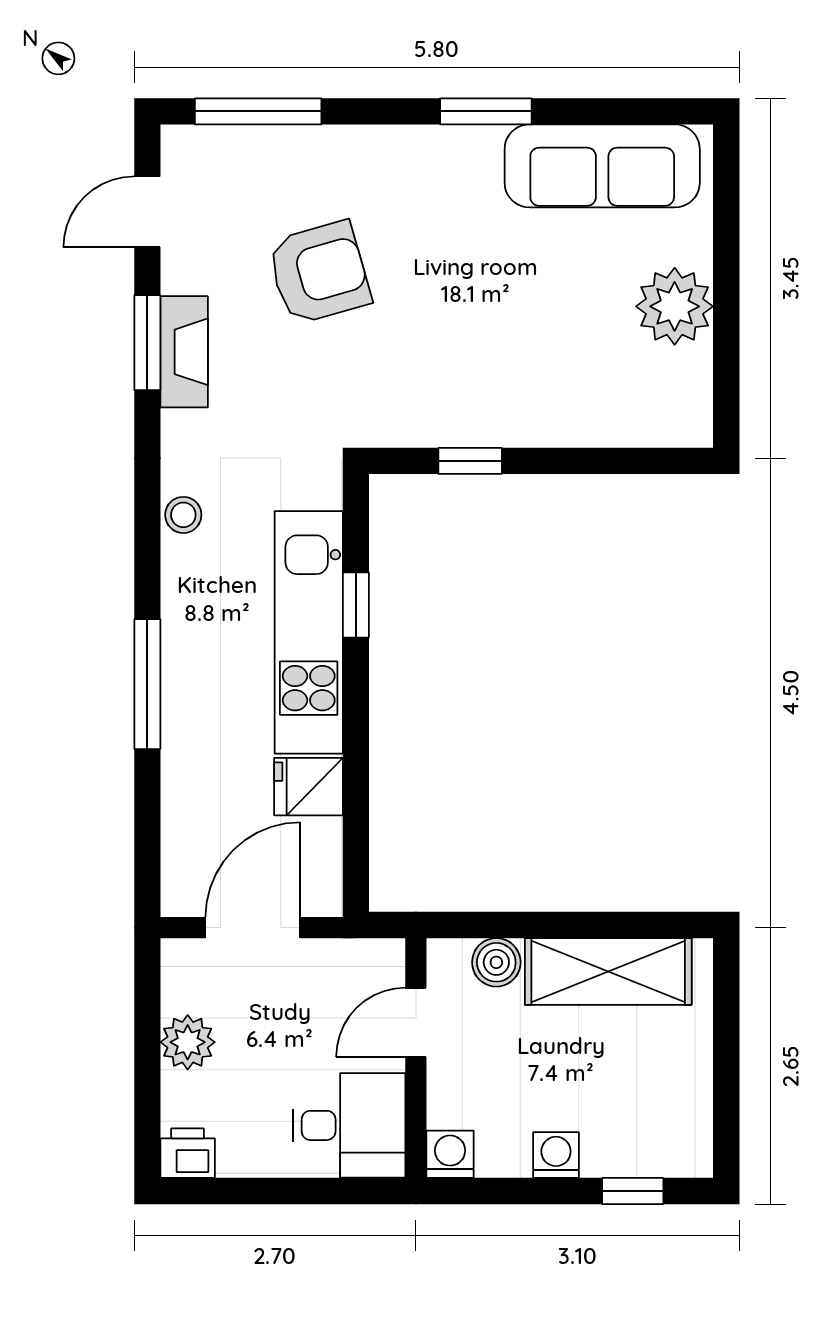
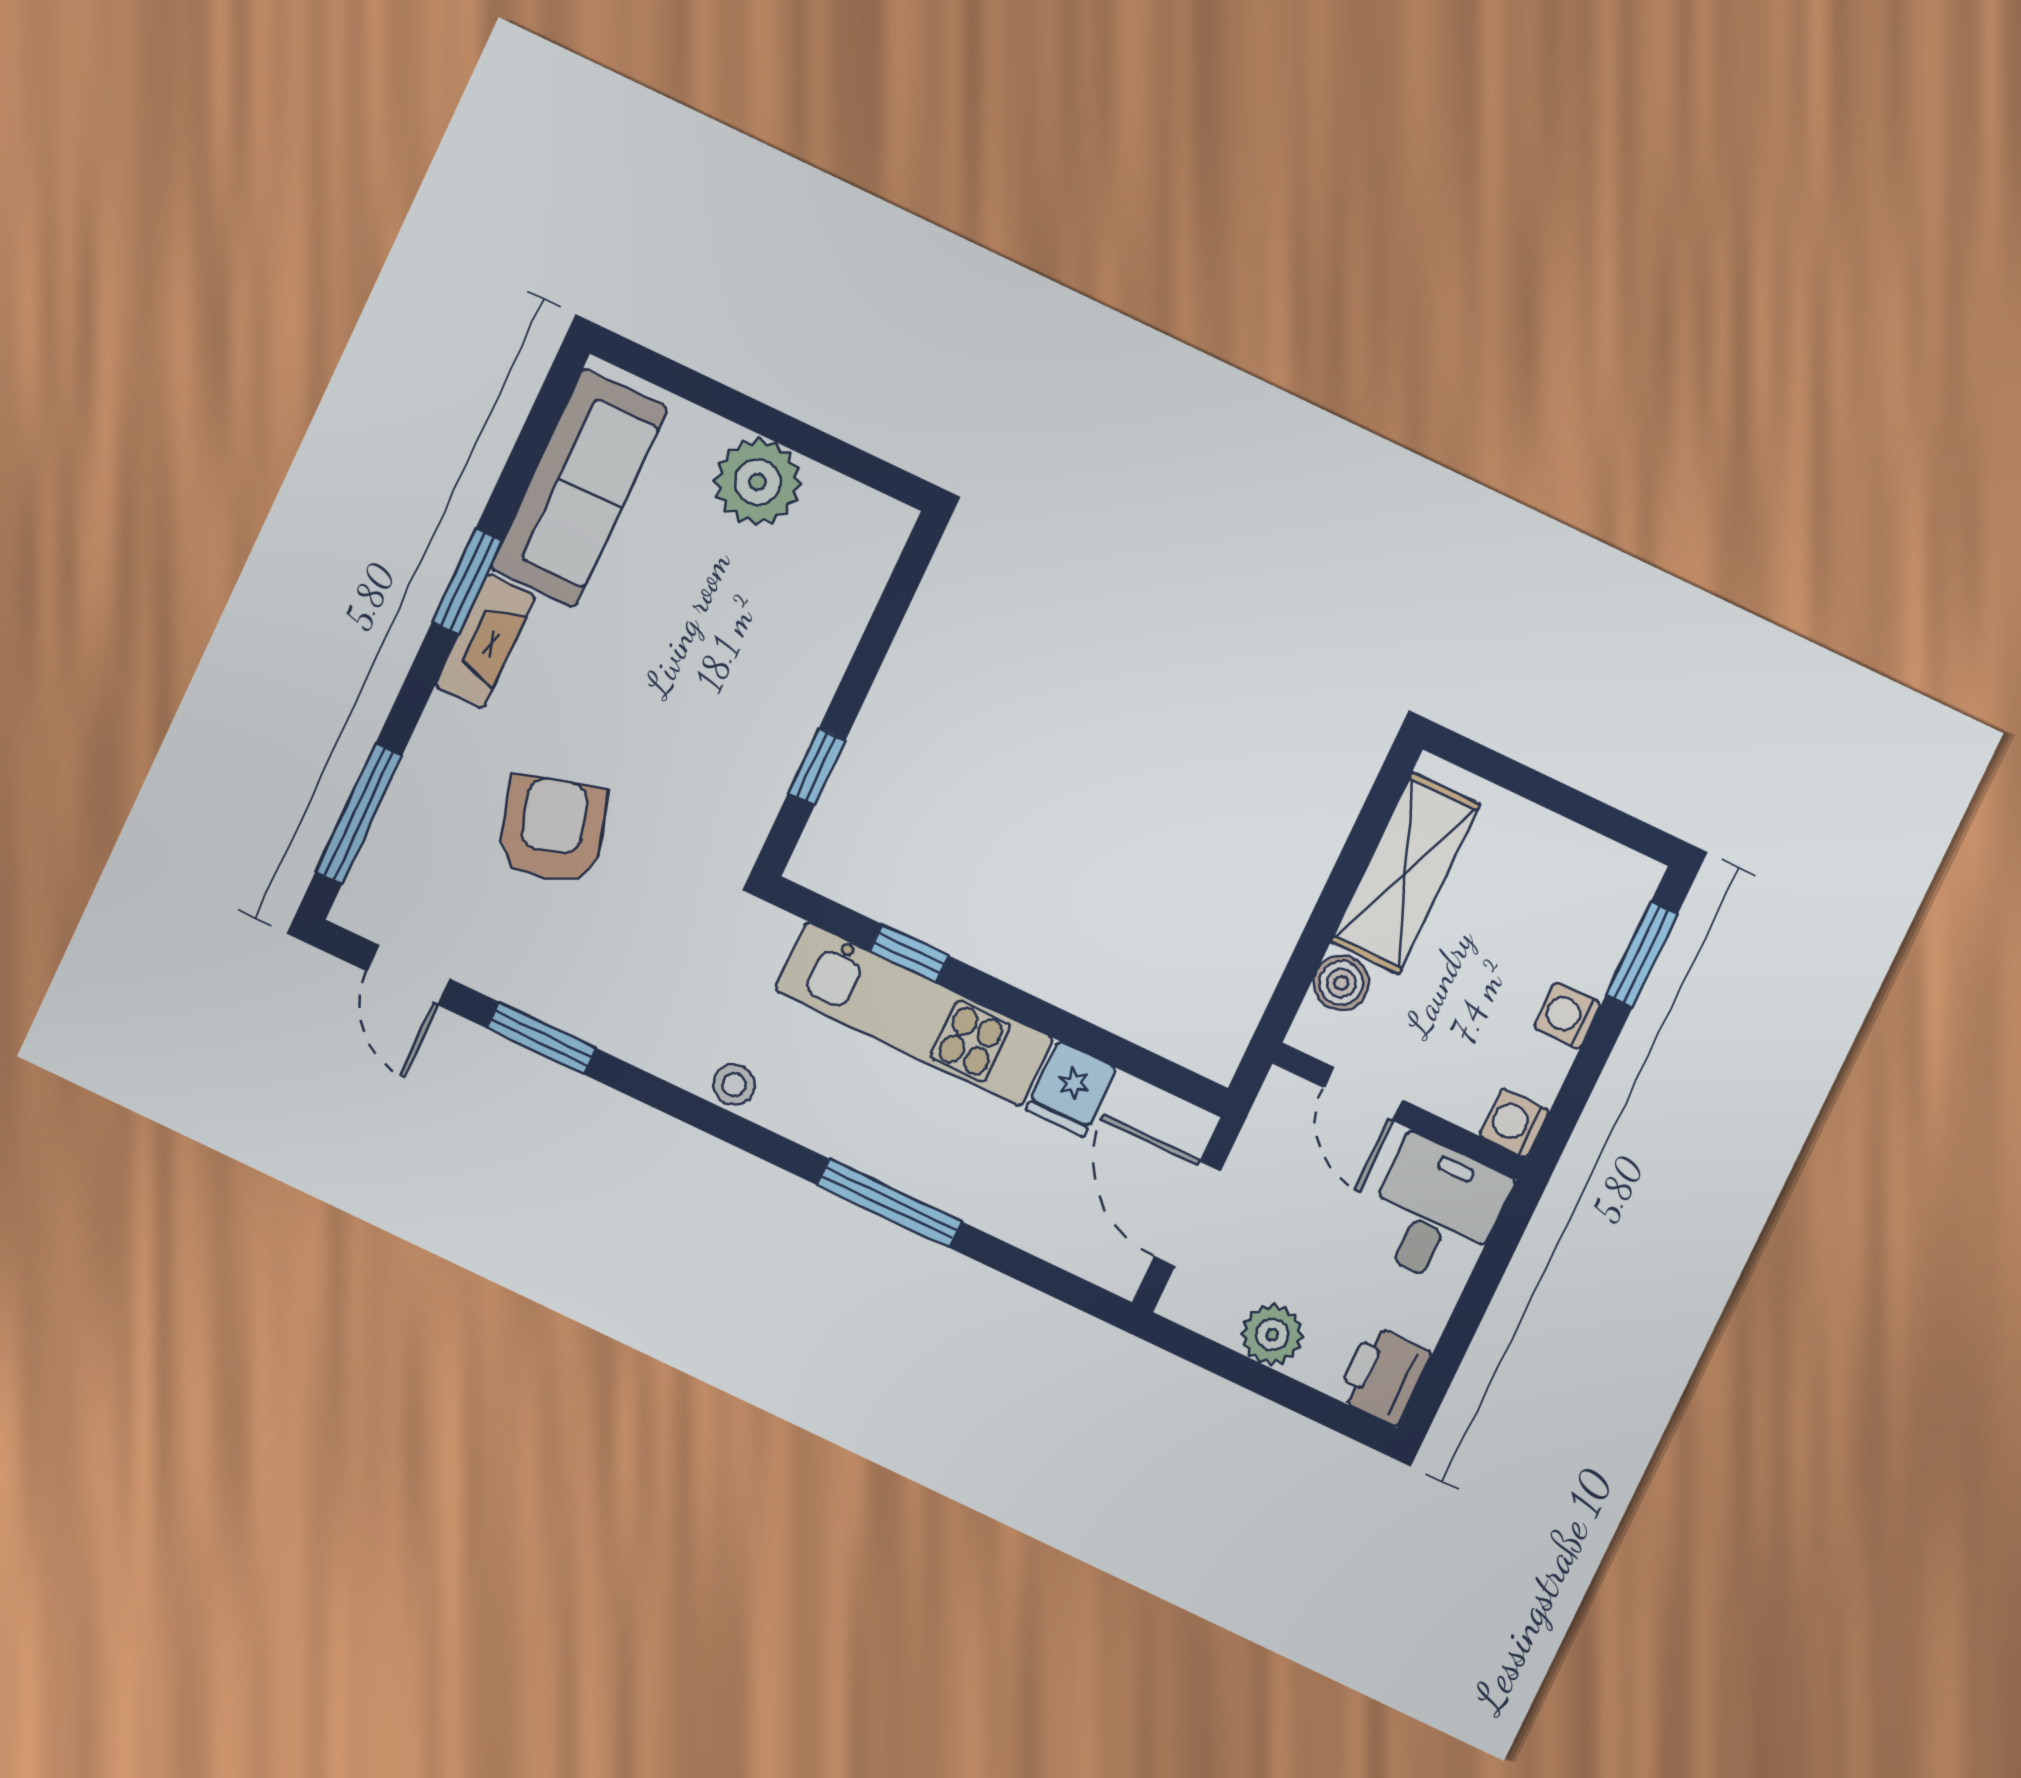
fireplace: (184, 352) -> (485, 641), moved, turned 90
printer: (188, 1153) -> (1384, 1375), width x1.36, depth x1.24
window: (633, 1191) -> (1642, 955), width x1.50

